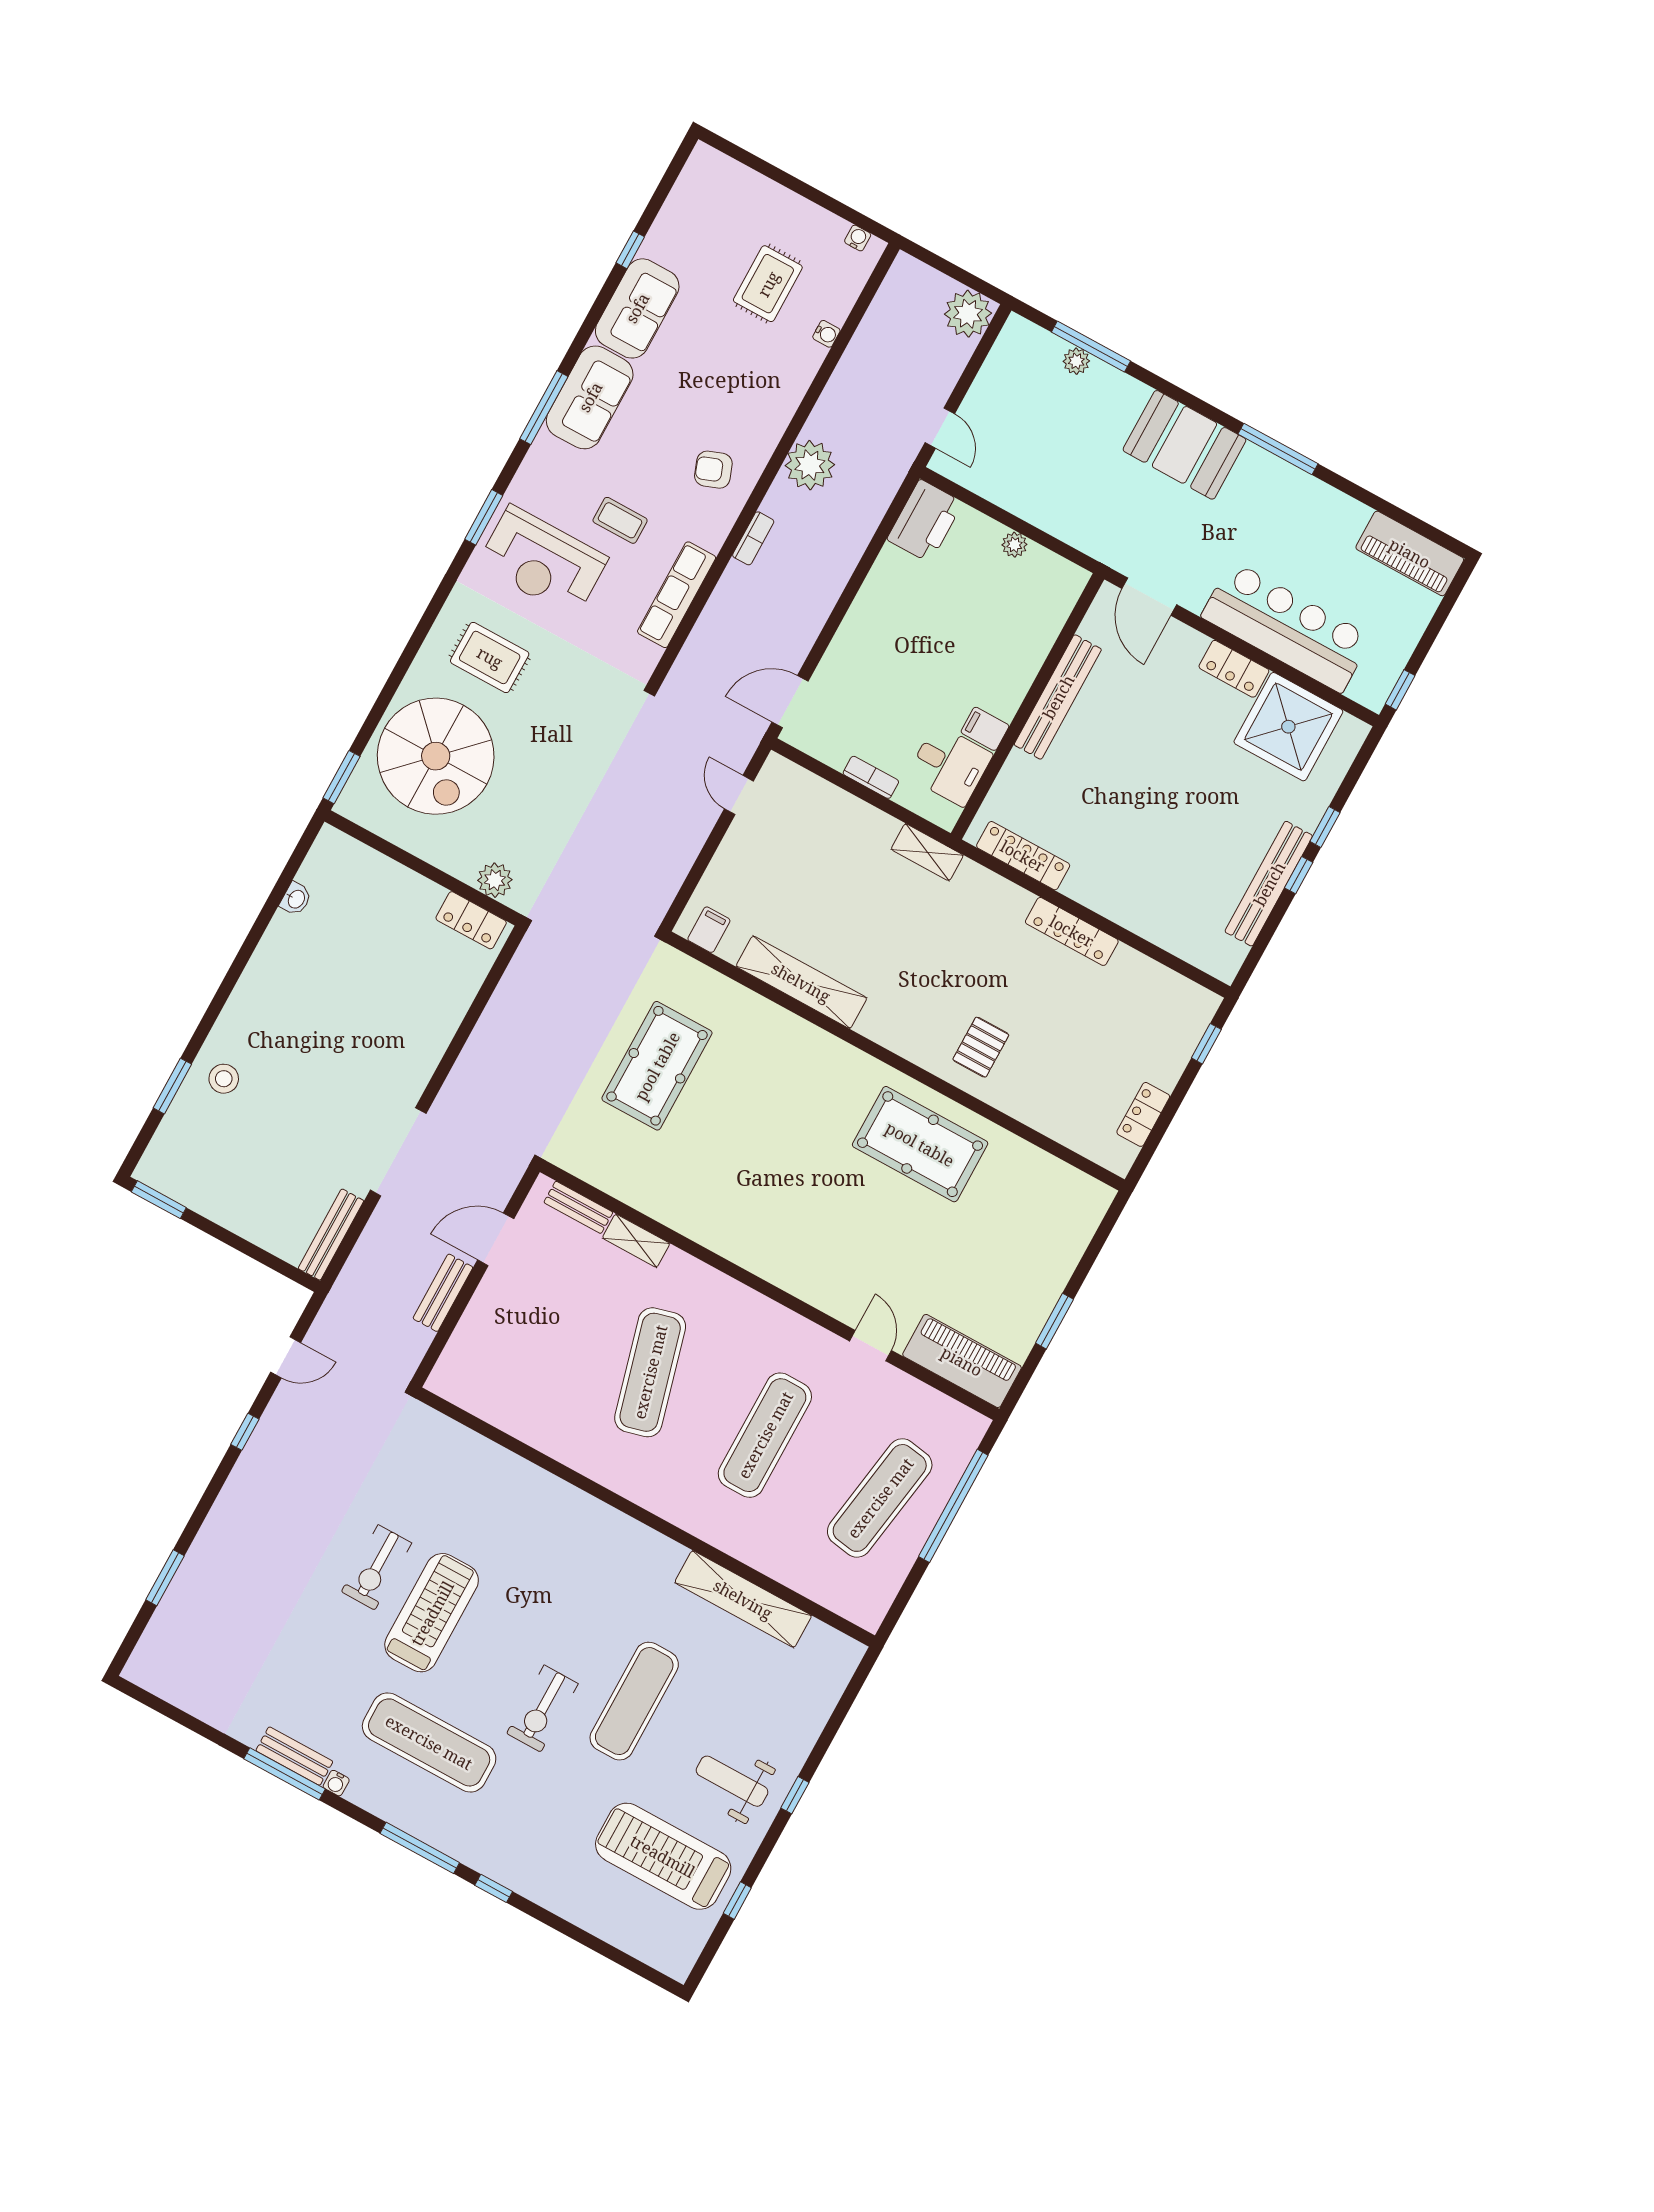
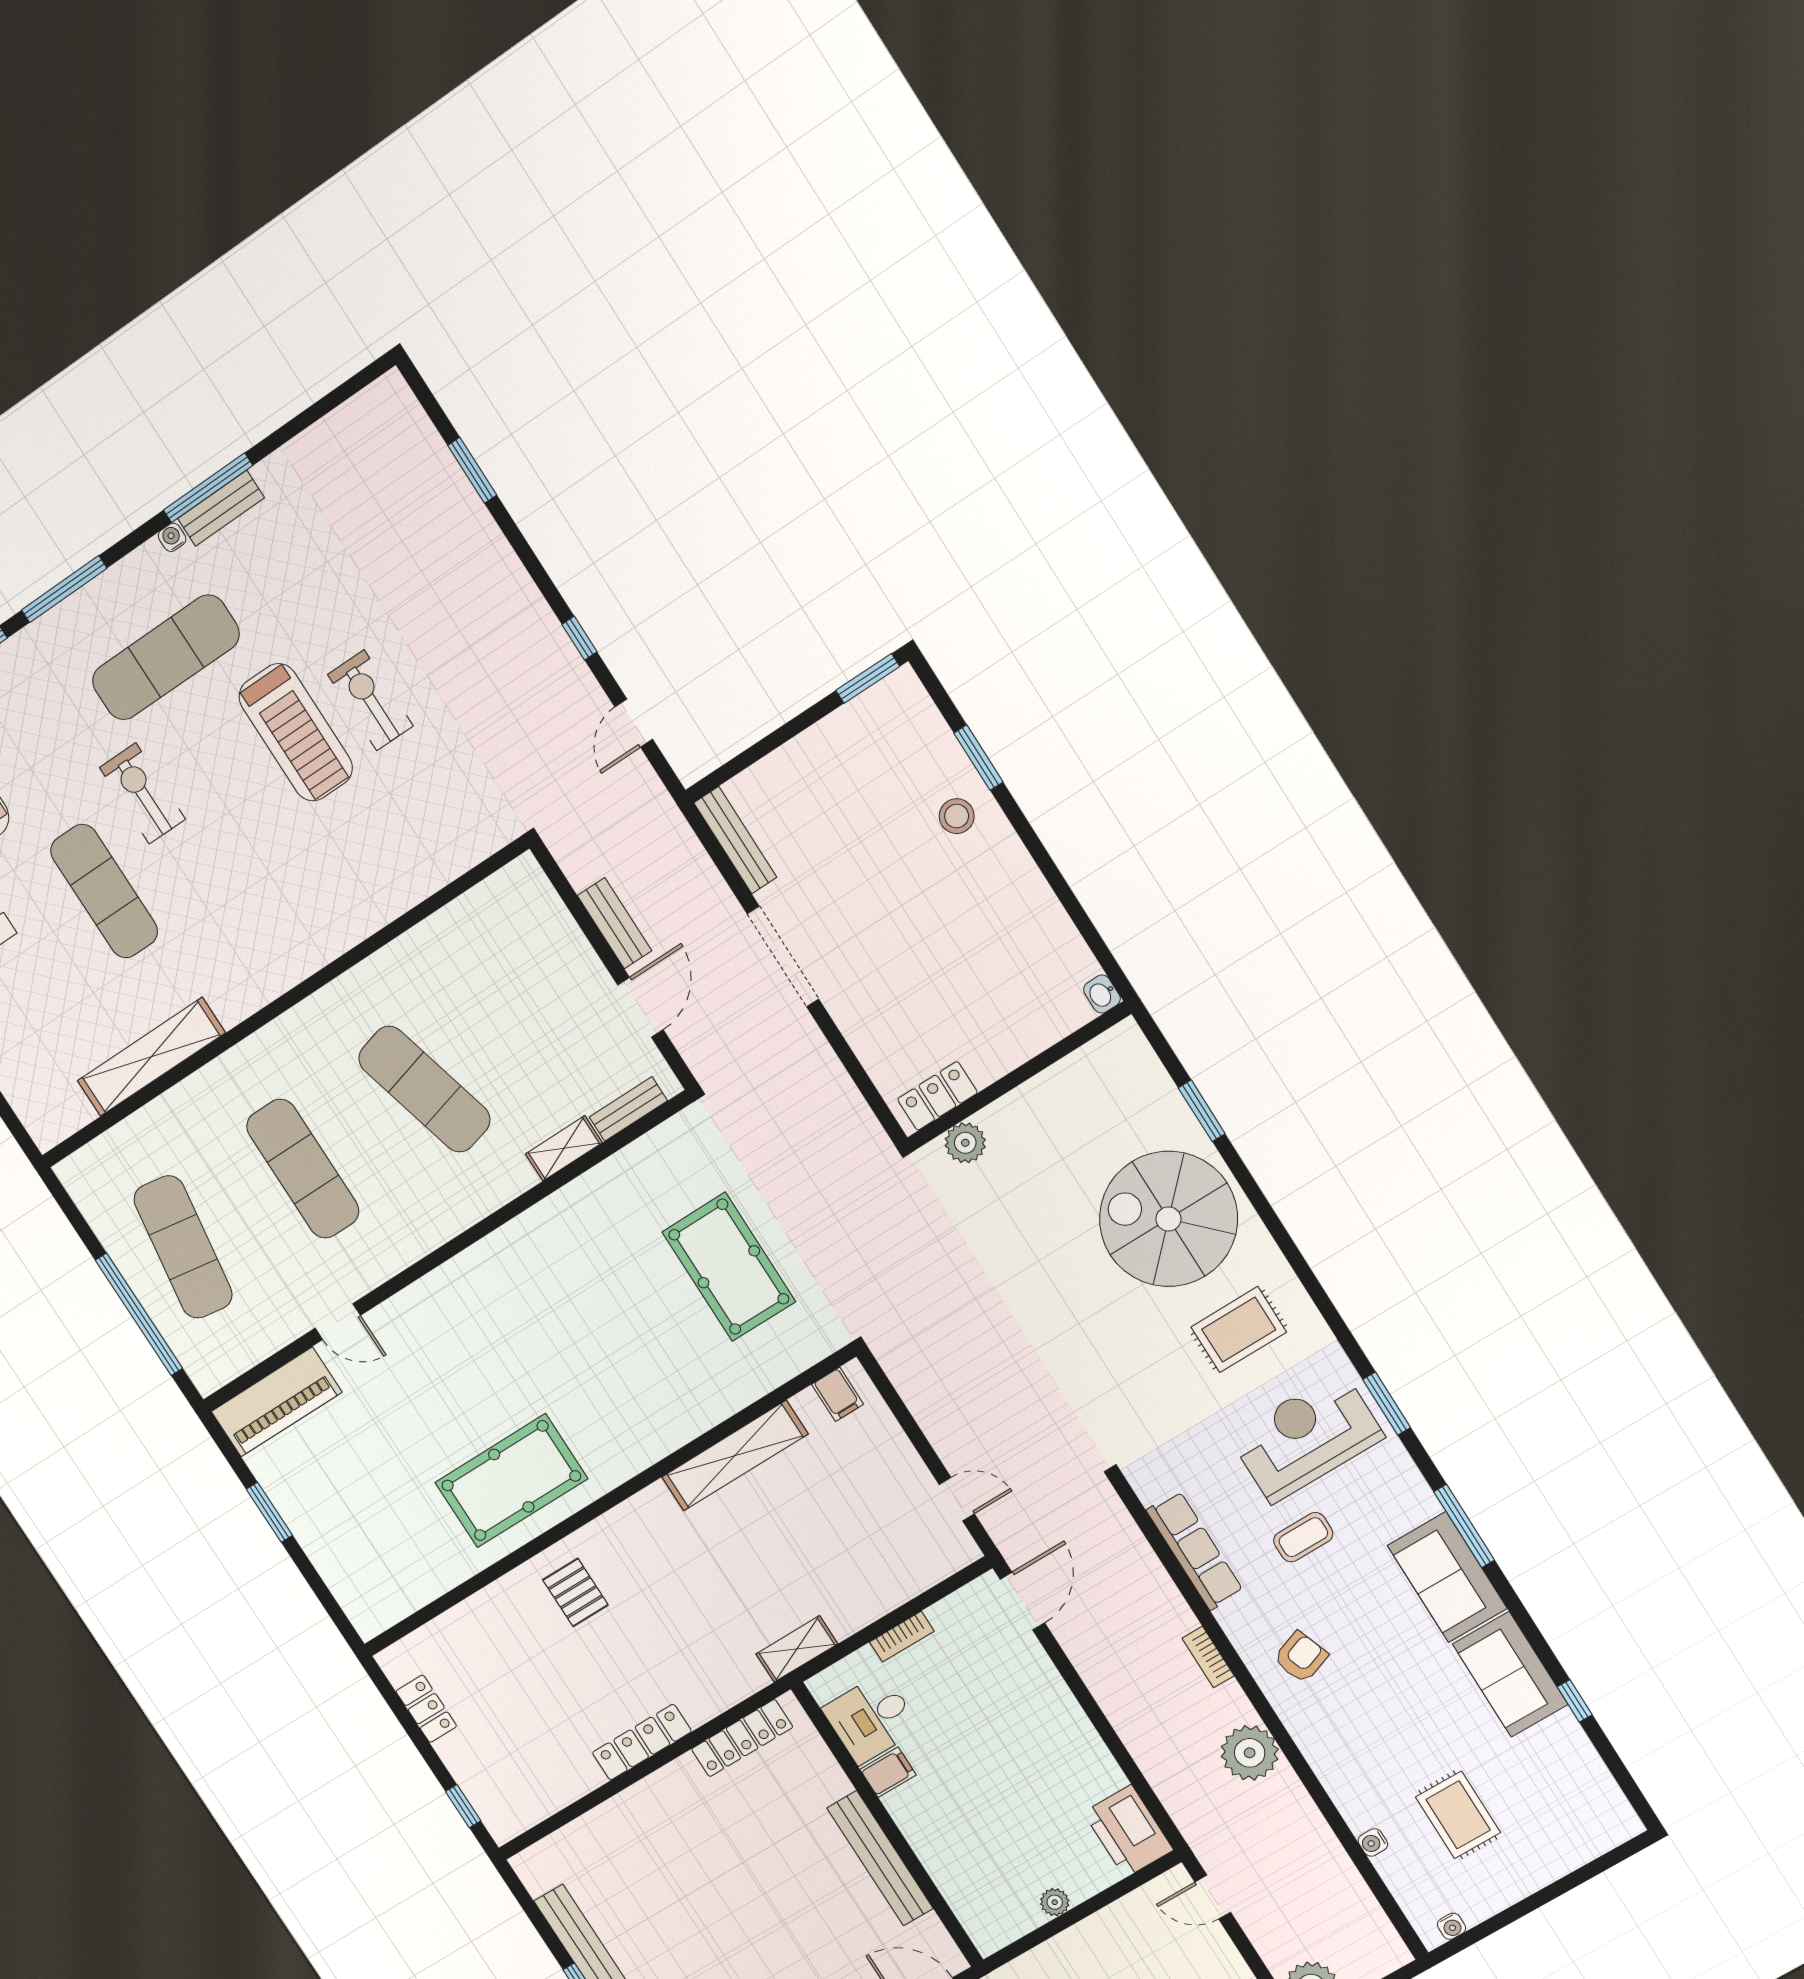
wall: (423, 868) -> (1019, 1076), moved
plant: (495, 880) -> (965, 1143), moved
locker: (471, 920) -> (937, 1096), moved

